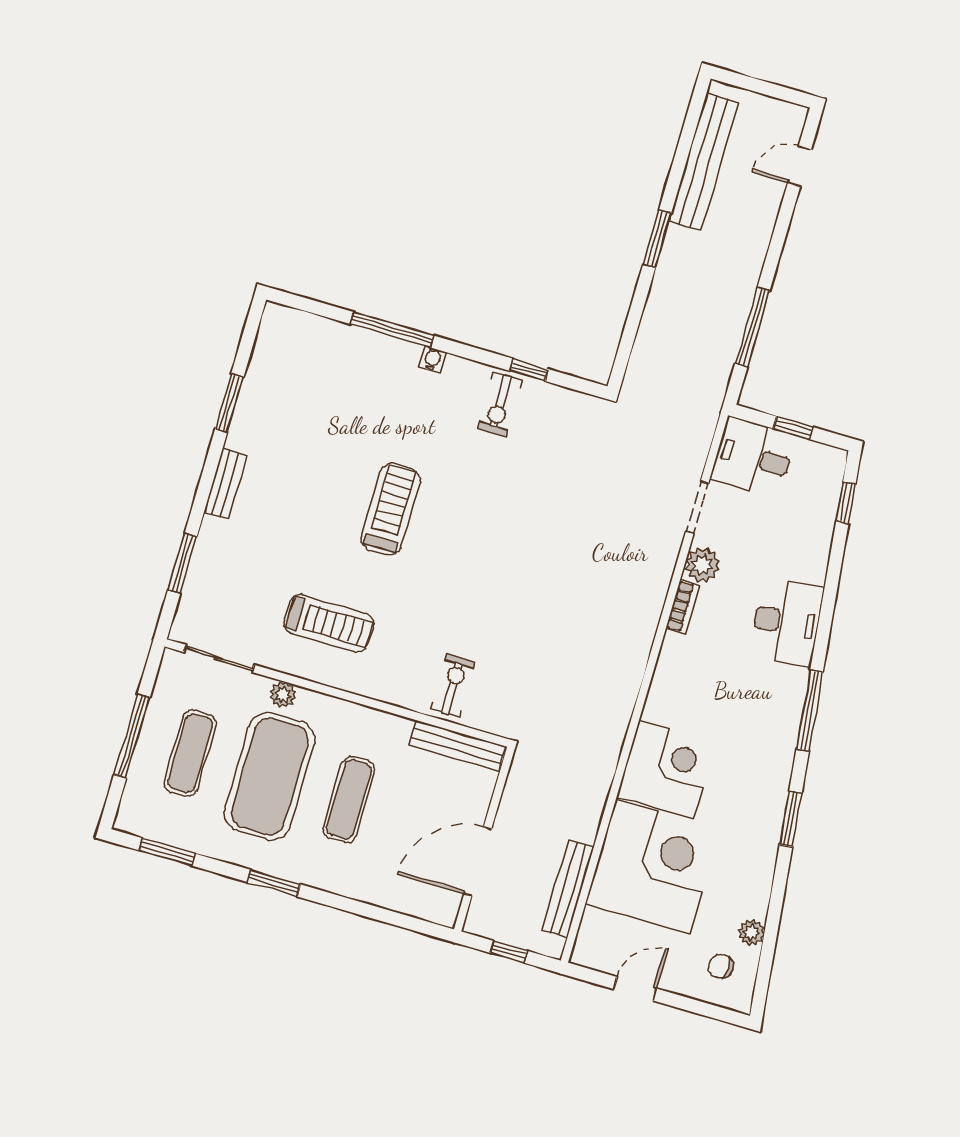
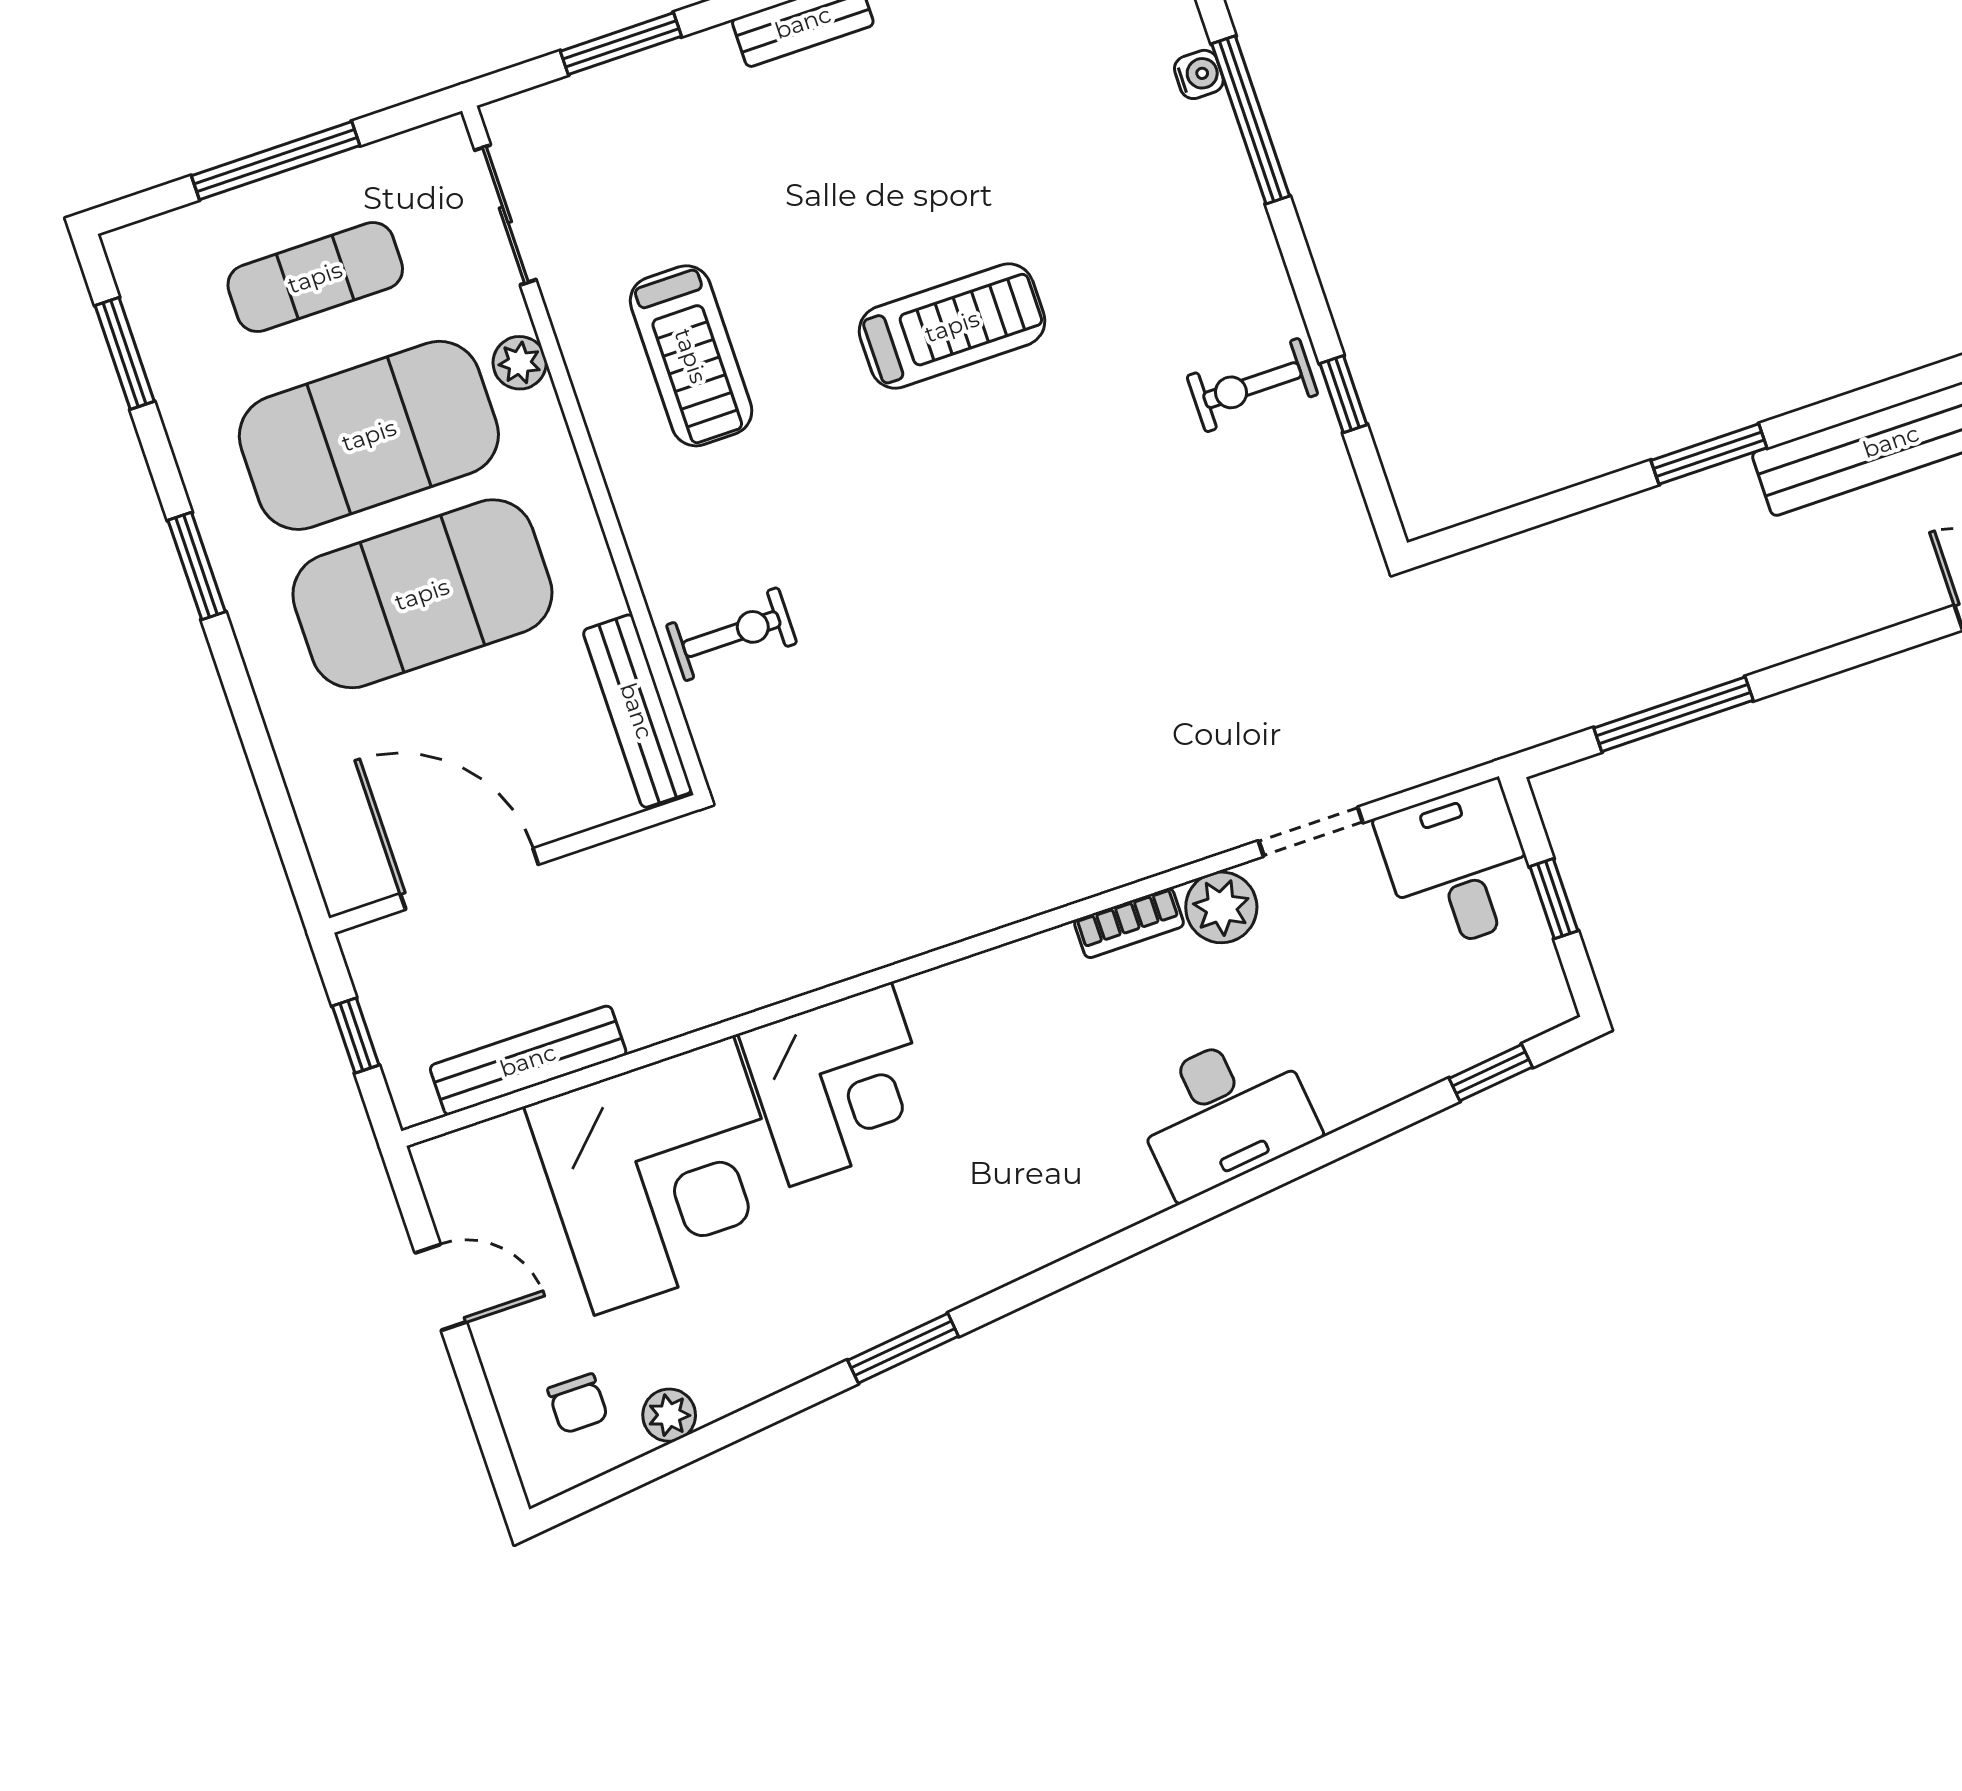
water cooler: (432, 359) -> (1199, 74), moved
window: (810, 710) -> (1105, 1254), removed
exercise mat: (349, 799) -> (422, 594), width x2.00, depth x1.45
chair: (721, 966) -> (578, 1404), turned 180

